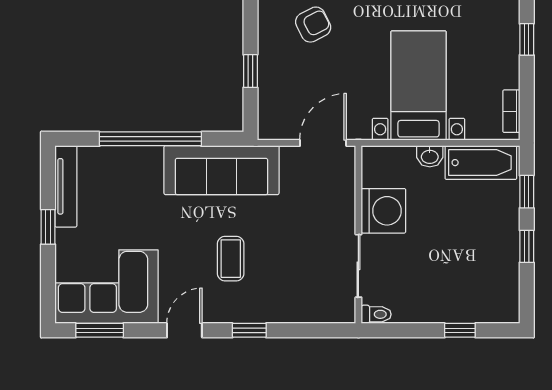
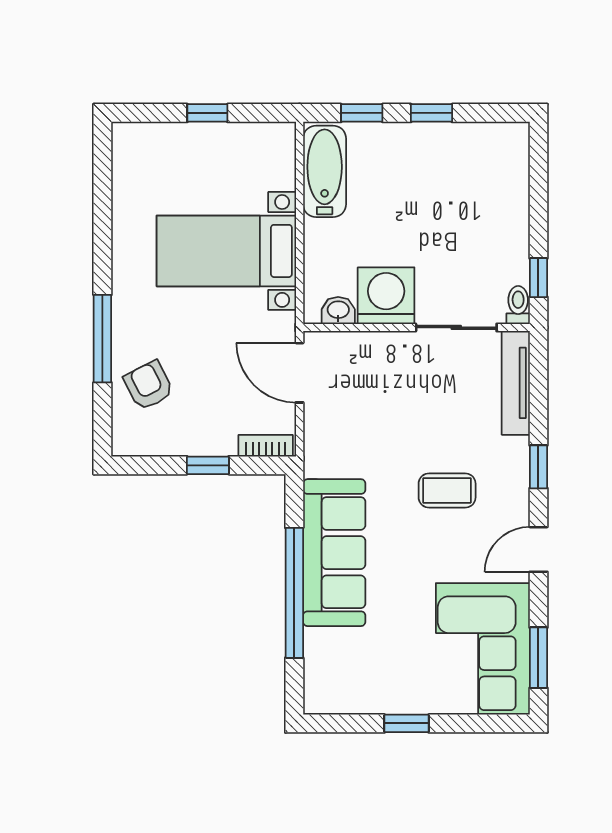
window: (527, 39) -> (207, 113), moved
bookcase: (511, 111) -> (266, 446), moved, turned 180
washbasin: (430, 156) -> (338, 310), moved, turned -90
sofa: (221, 170) -> (334, 553), moved
tv unit: (66, 186) -> (516, 383), moved, turned -90
door: (184, 330) -> (538, 549), hinge flipped
window: (460, 330) -> (538, 278), moved

